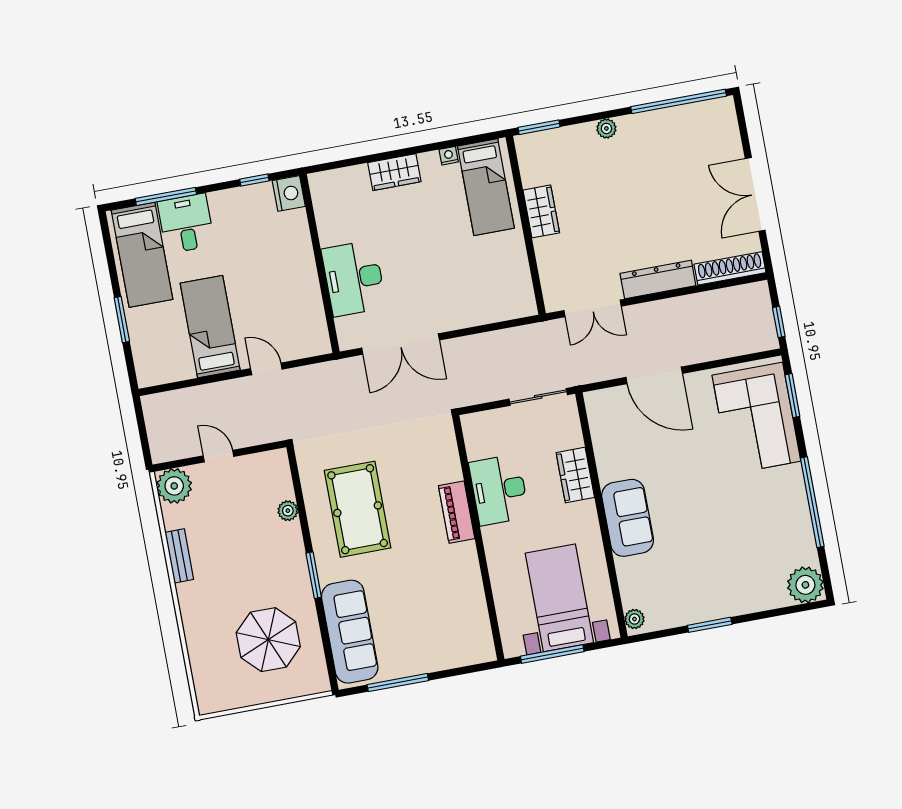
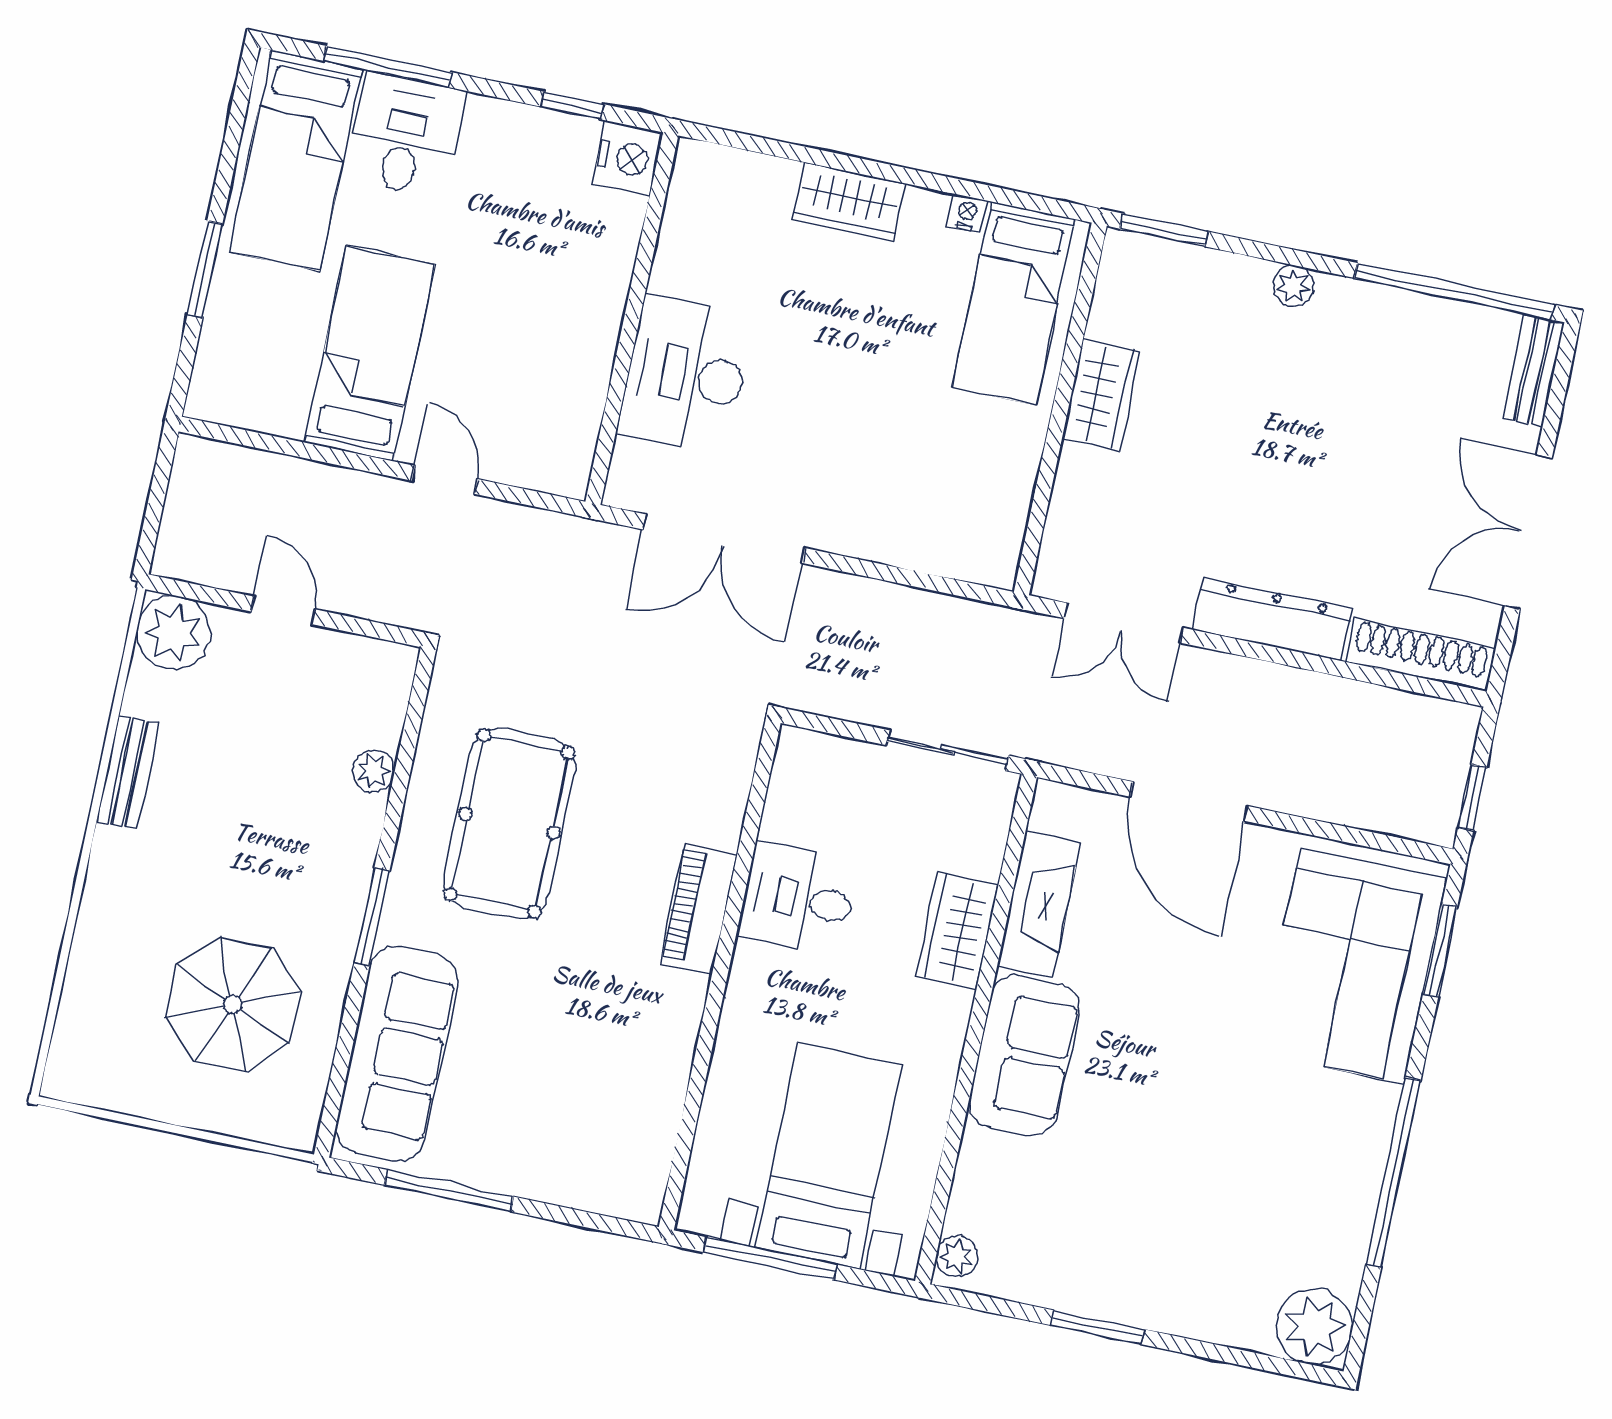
bench: (728, 122) -> (1534, 371), added
fireplace: (607, 448) -> (1039, 904), added
desk: (499, 490) -> (798, 899), width x0.73

